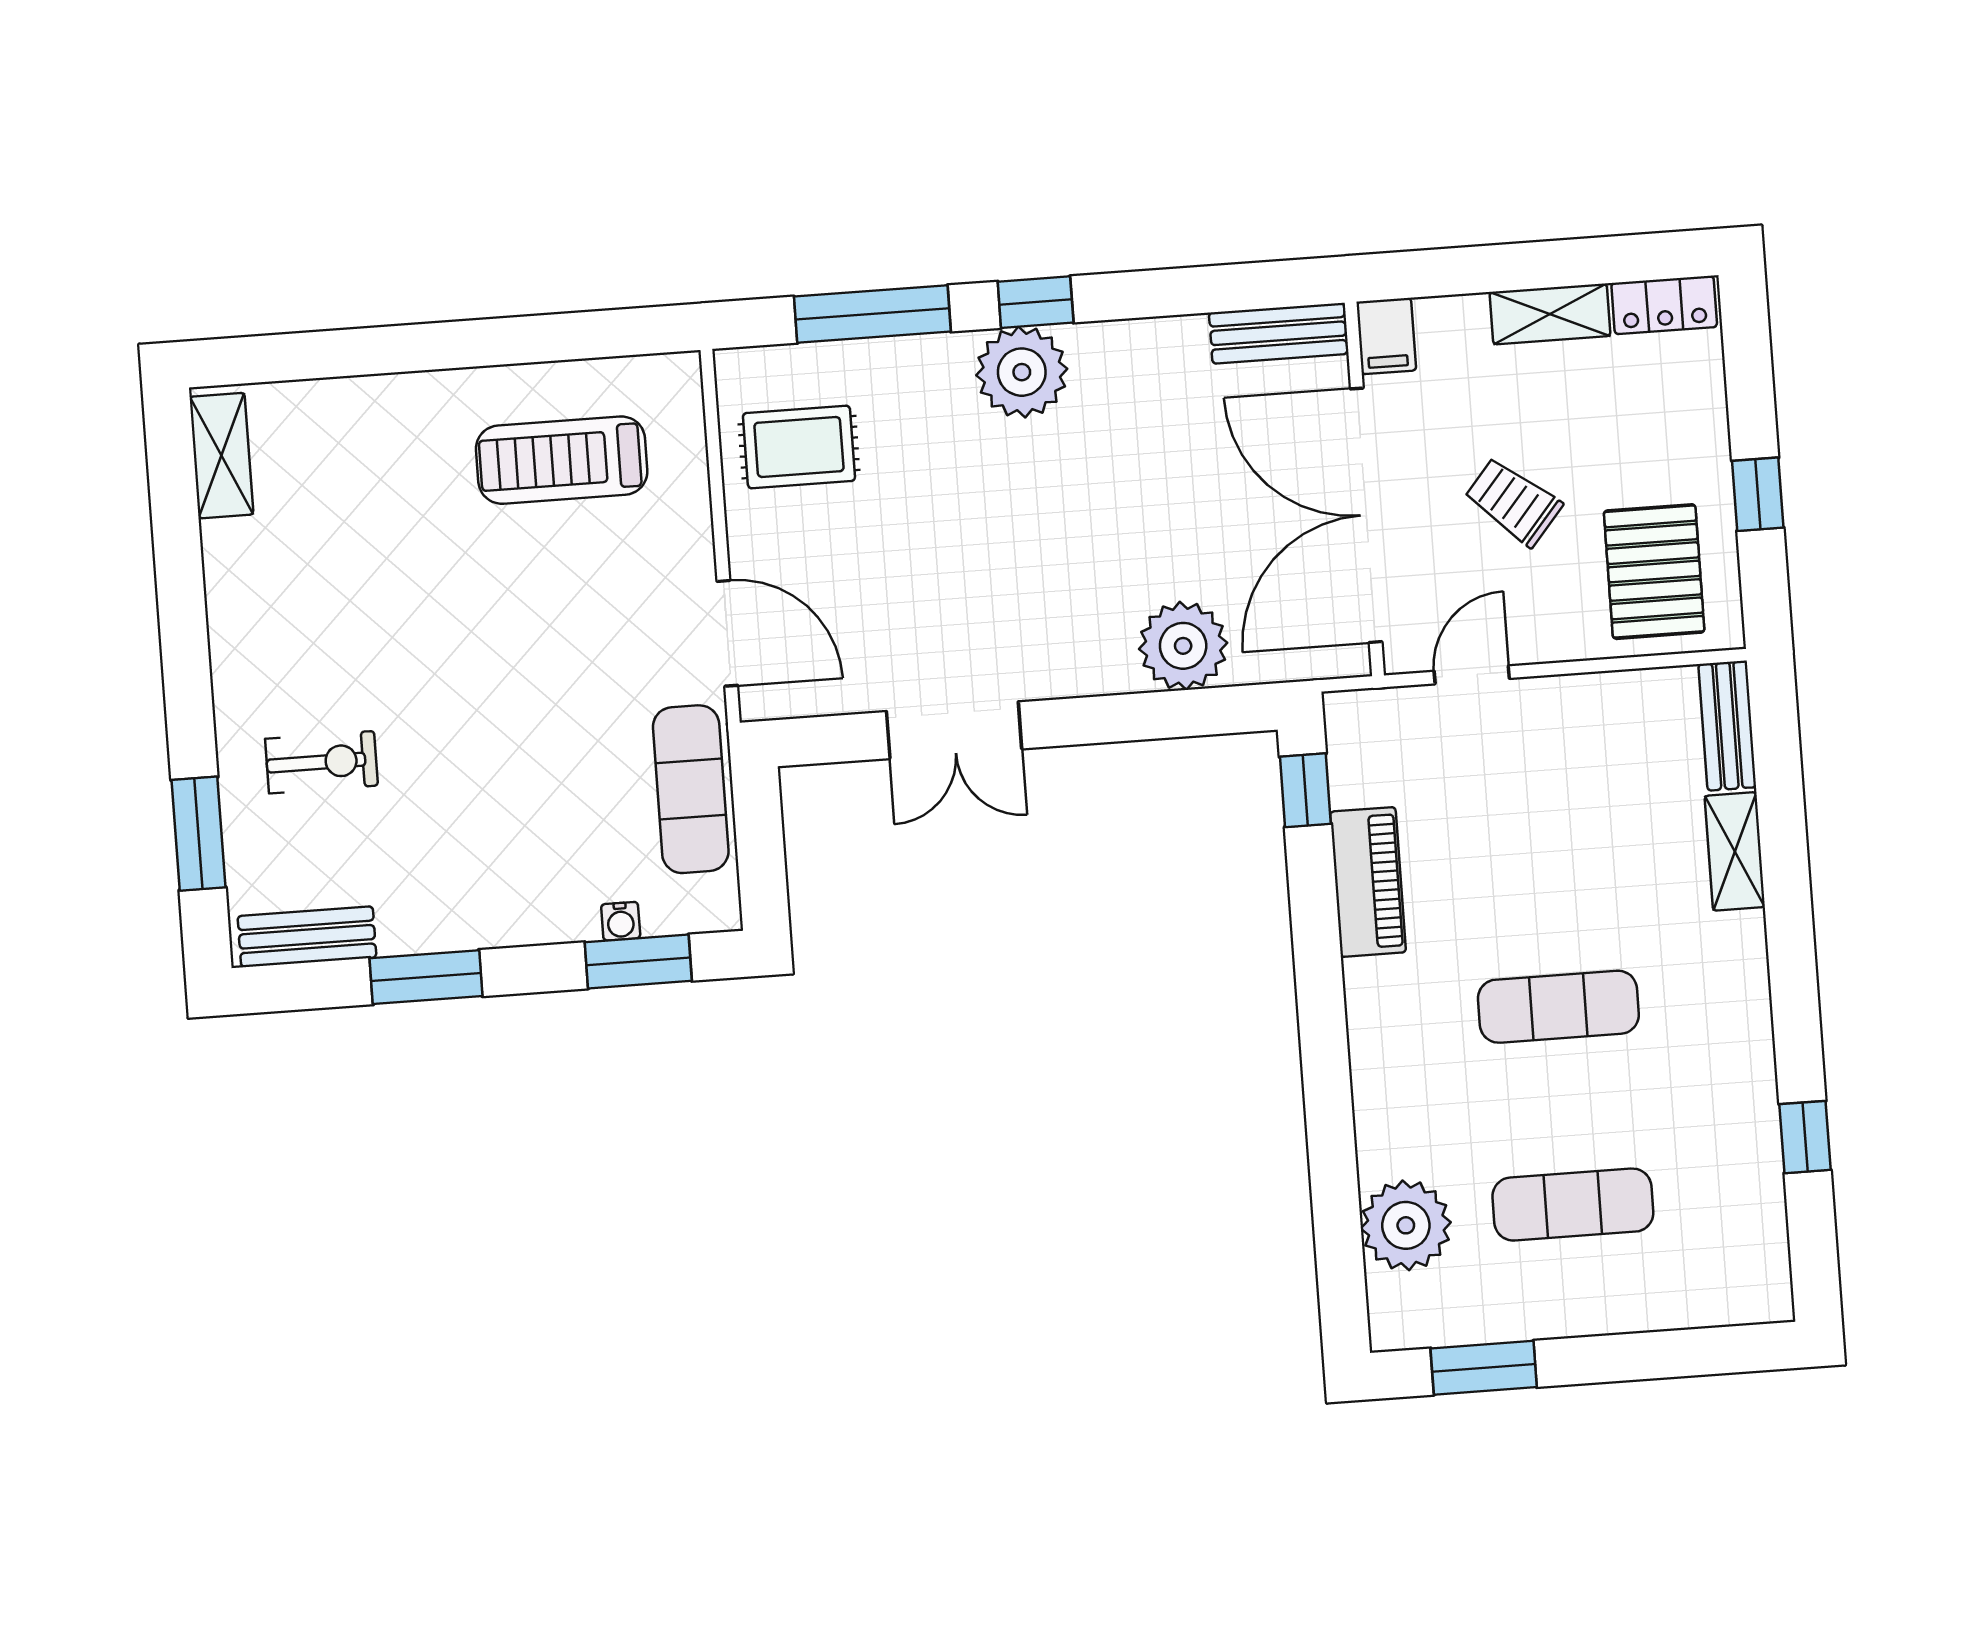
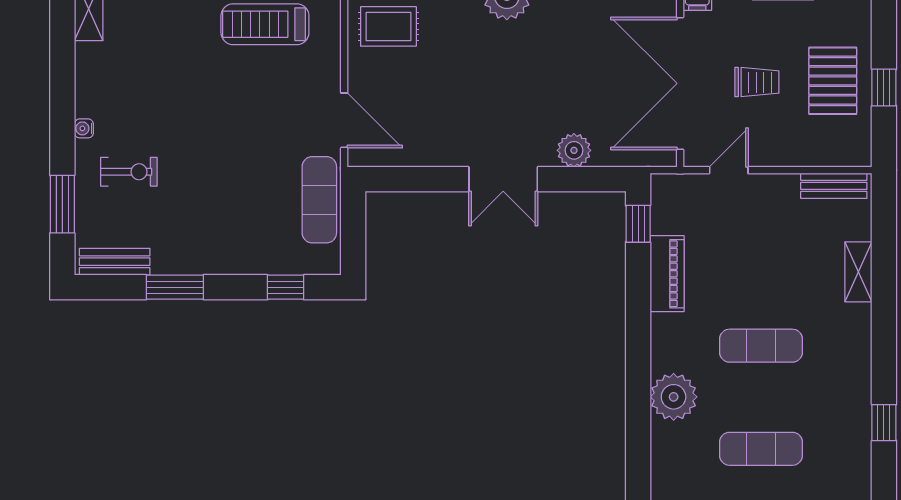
trolley: (1513, 502) -> (757, 82), turned 140
pallet: (1654, 572) -> (833, 81), moved
plant: (1183, 646) -> (574, 150), width x0.73, depth x0.73
bench: (1727, 726) -> (834, 186), moved, turned 90
double door: (954, 730) -> (503, 179), moved
water cooler: (621, 921) -> (84, 128), moved, turned 90
window: (638, 962) -> (286, 287), width x0.67
plant: (1406, 1225) -> (674, 397), moved

